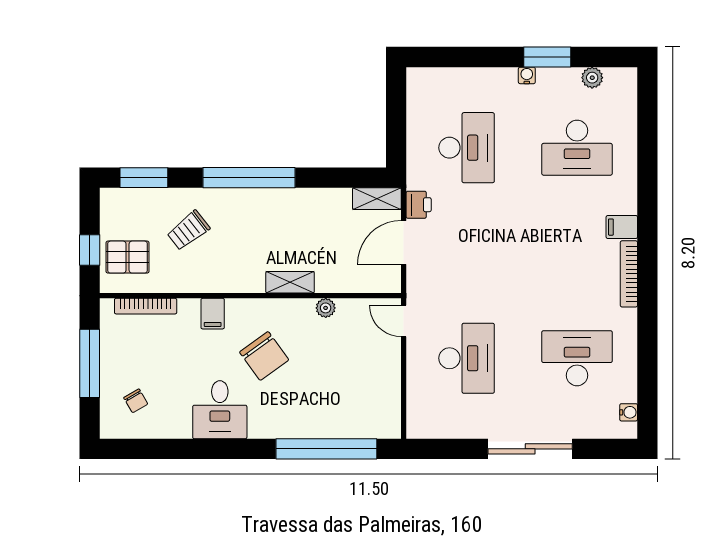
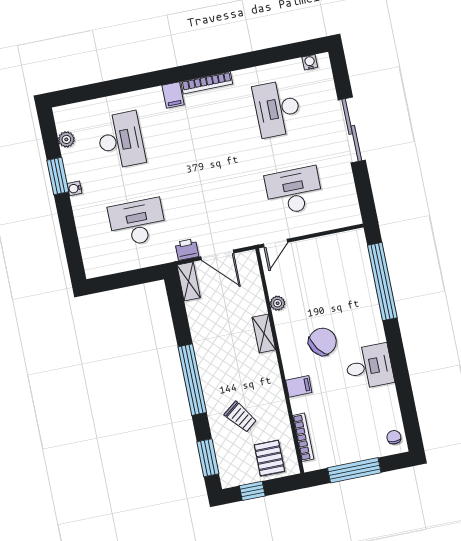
window: (90, 250) -> (252, 491), moved
chair: (136, 401) -> (394, 437), moved, turned -60

